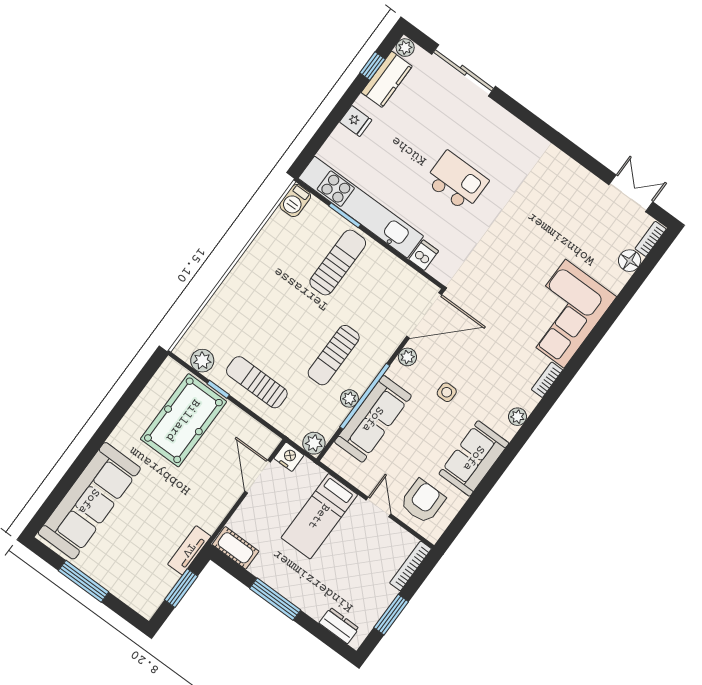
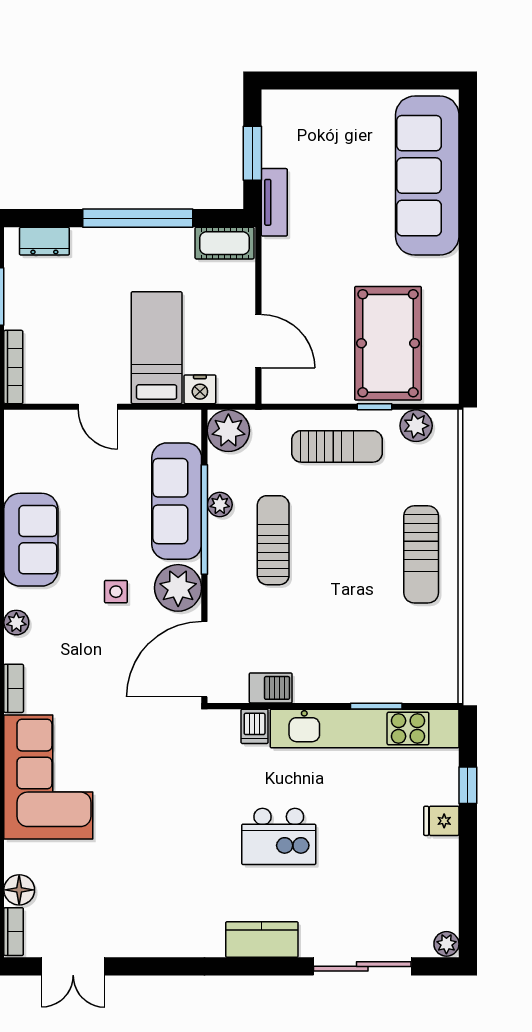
window: (372, 66) -> (468, 785), moved
kitchen counter: (387, 79) -> (262, 939), moved, turned 90
barbecue: (295, 201) -> (271, 688), moved, turned 90
sun lounger: (338, 263) -> (421, 554), moved
plant: (407, 357) -> (178, 588), width x1.88, depth x1.88
plant: (314, 443) -> (228, 431), width x1.36, depth x1.36
nightstand: (289, 457) -> (200, 389), moved
armchair: (423, 501) -> (53, 450), removed
window: (84, 581) -> (367, 81), removed
window: (275, 599) -> (138, 218), width x1.46

